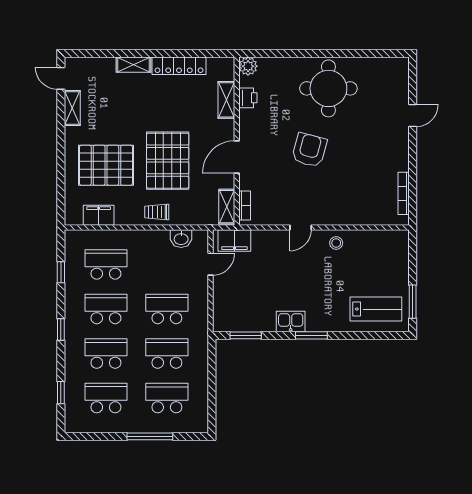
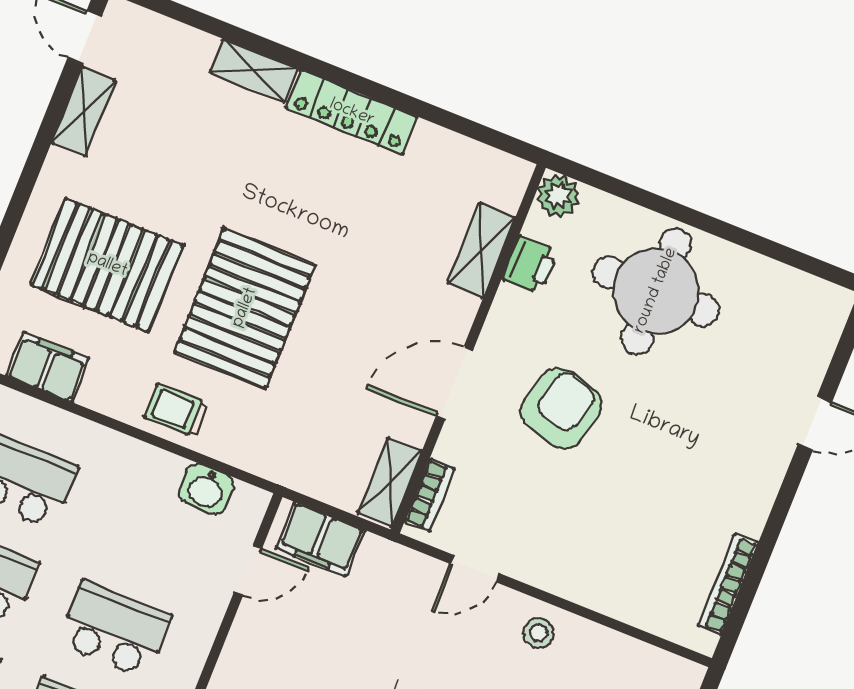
plant: (248, 66) -> (558, 196), moved
printer: (248, 98) -> (530, 264), moved
shelving: (226, 100) -> (481, 250), moved
wall: (237, 141) -> (468, 349), moved
door: (237, 157) -> (455, 383), moved
bookcase: (245, 205) -> (430, 495), moved
shelving: (227, 207) -> (390, 482), moved

